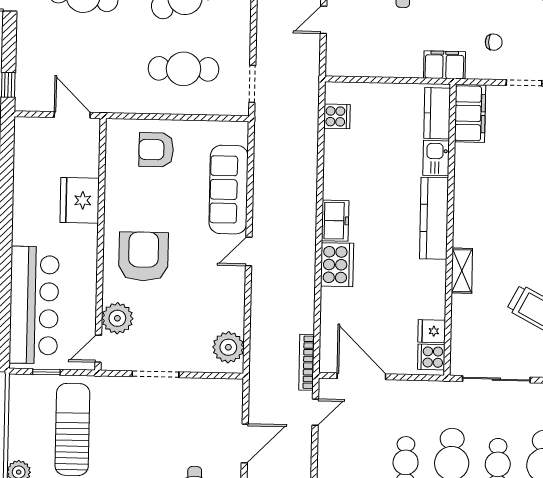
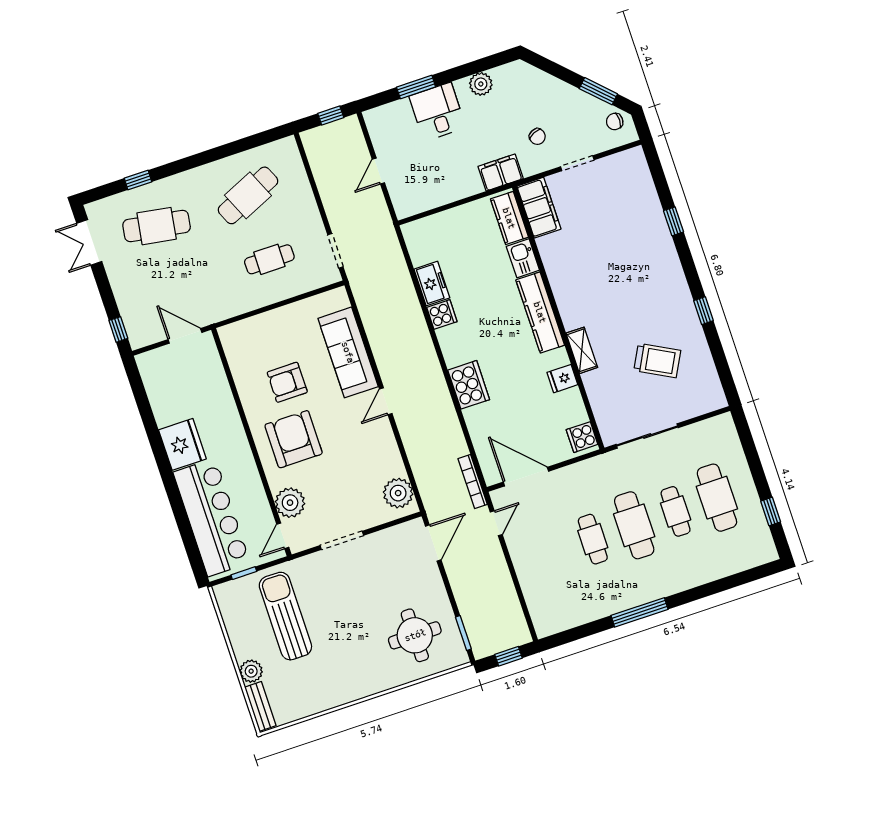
chair: (494, 42) -> (537, 137), turned 66
cafe table: (183, 69) -> (269, 259), width x0.73, depth x0.74
cooker: (337, 116) -> (442, 314), moved
armchair: (156, 150) -> (287, 382), moved
fridge: (80, 200) -> (182, 444), moved, turned 180
freezer: (335, 221) -> (432, 283), moved
fridge: (432, 331) -> (562, 379), moved
door: (245, 443) -> (433, 543), moved

